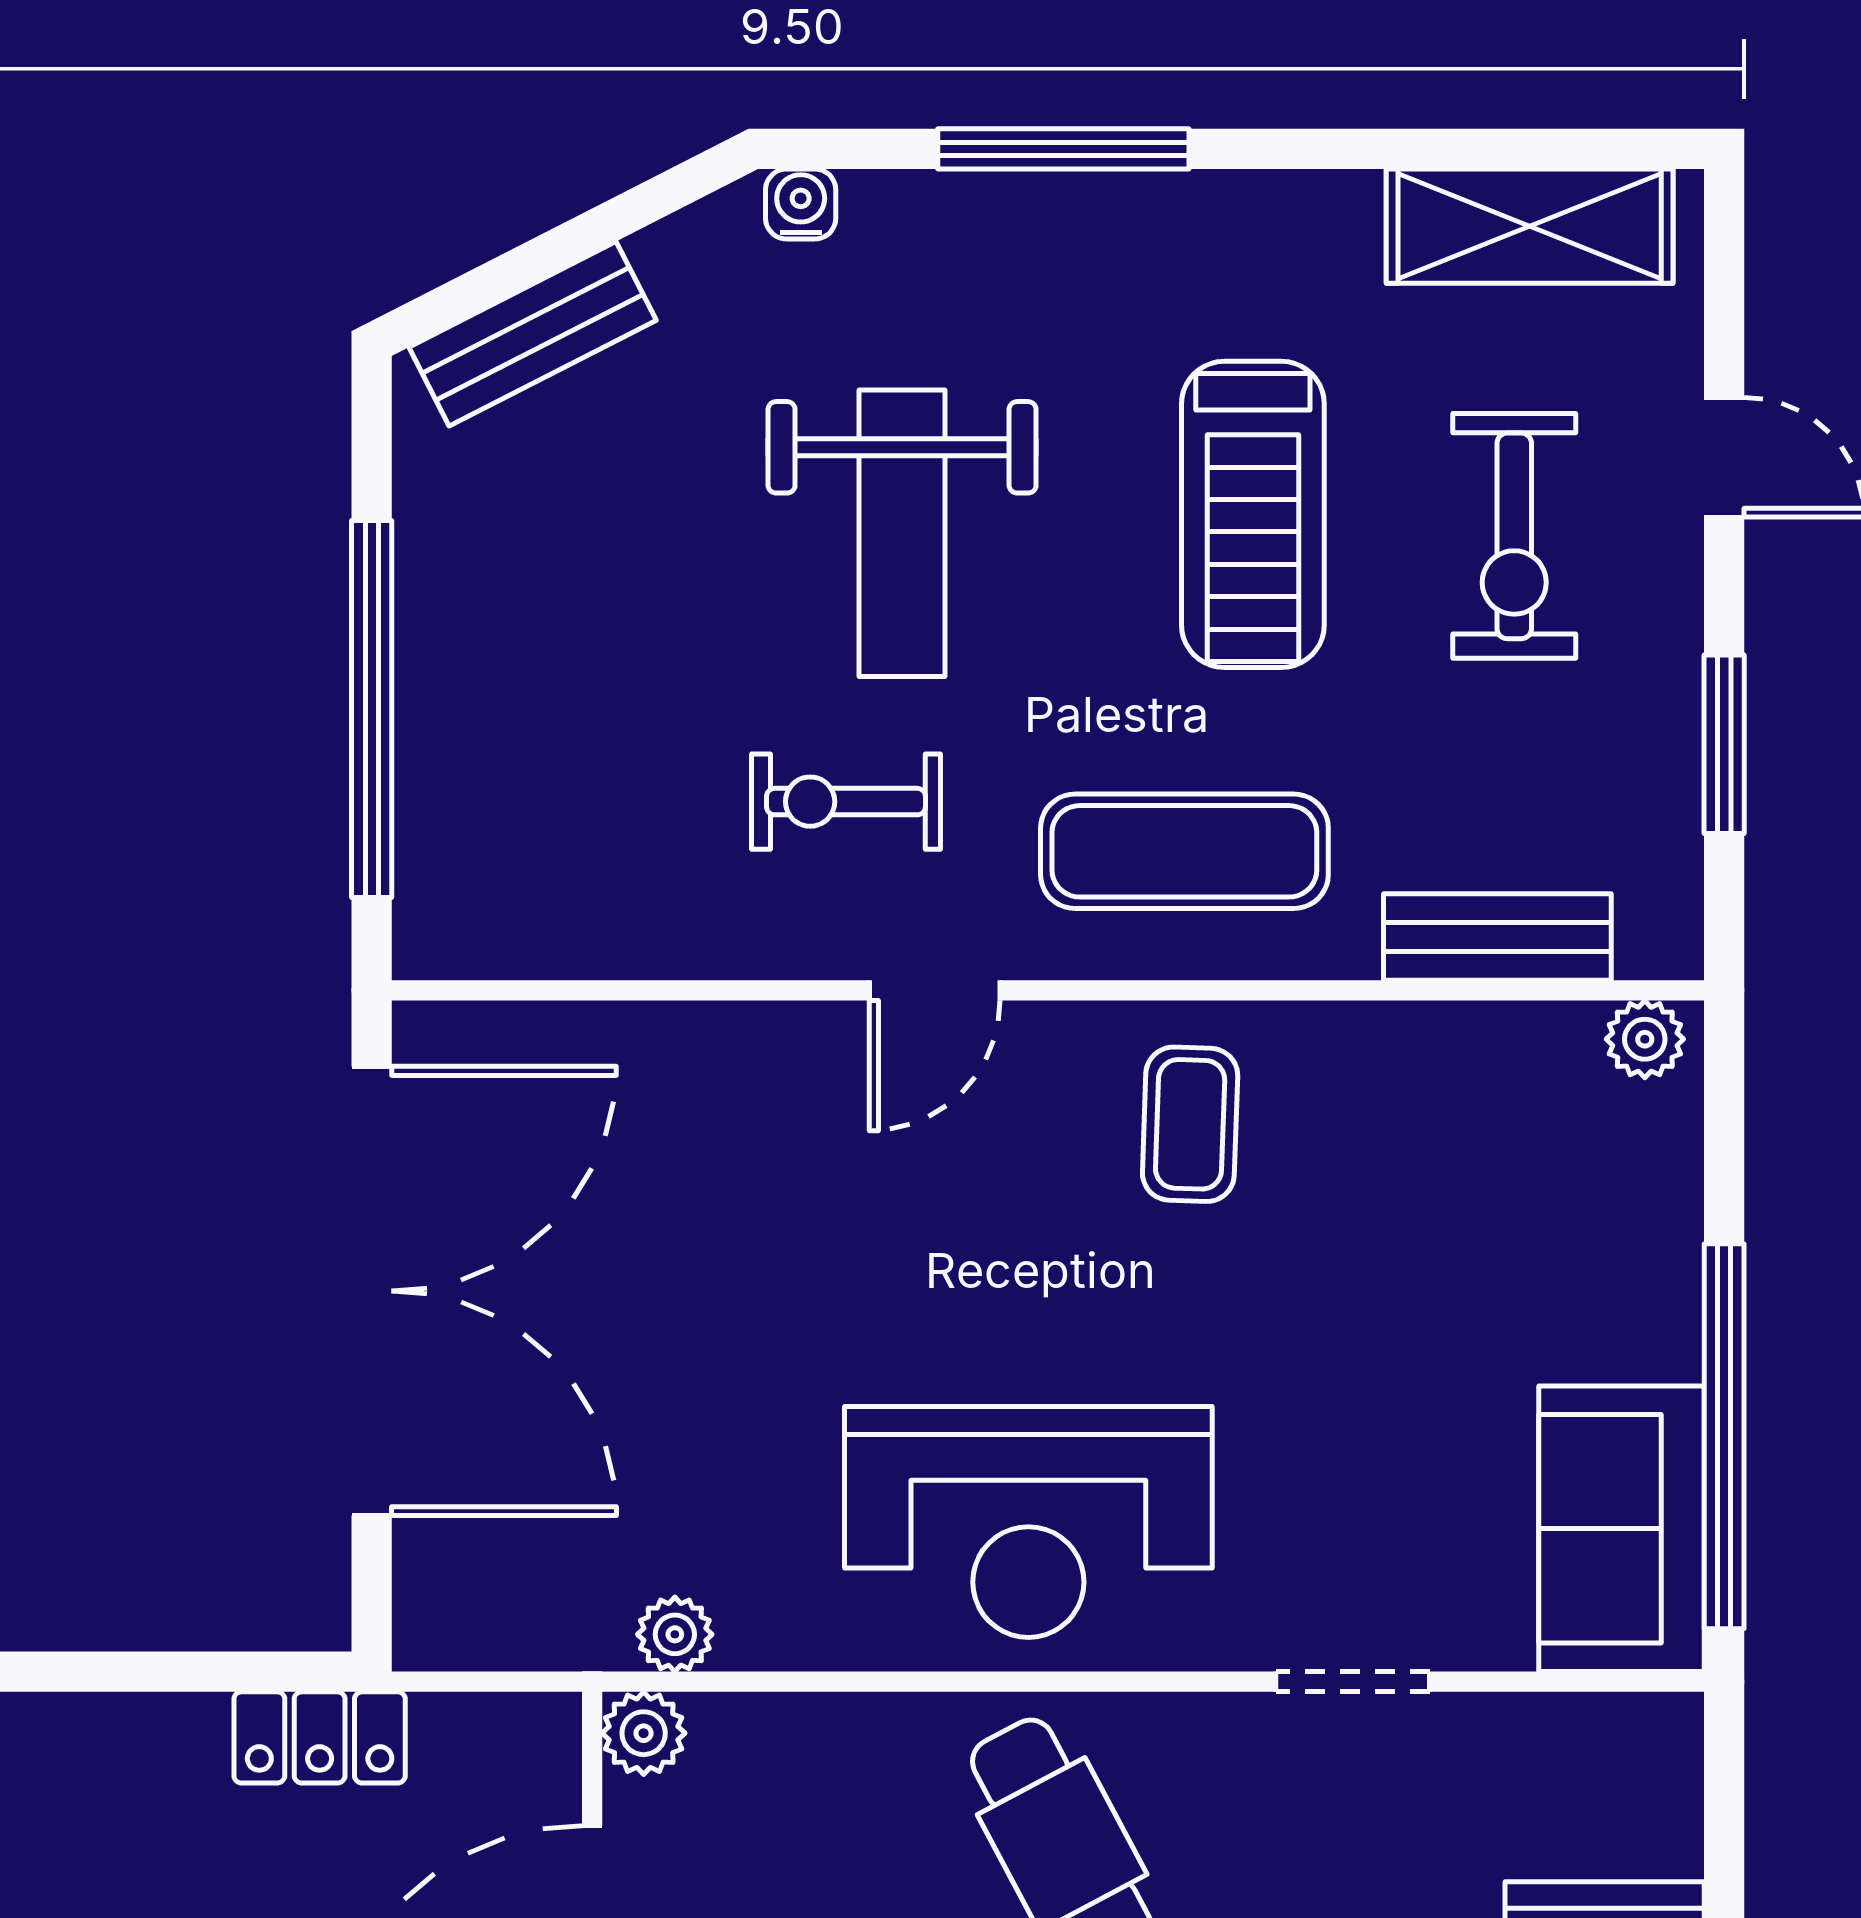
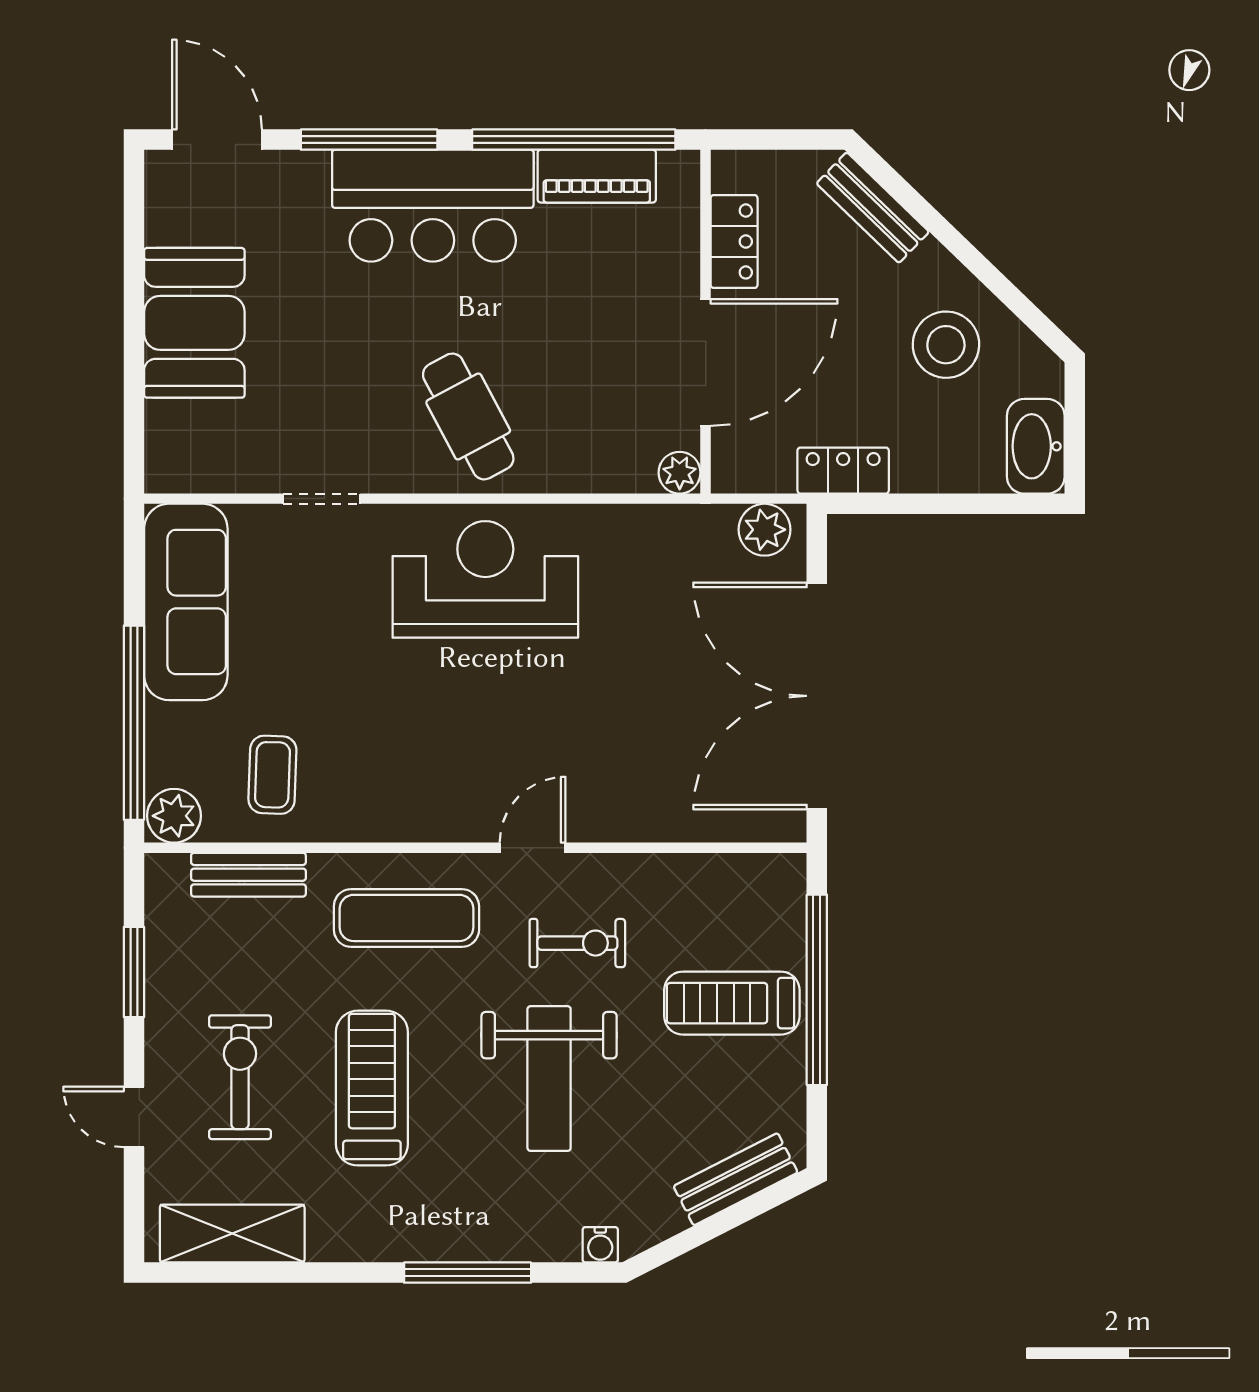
weight bench: (902, 533) -> (549, 1079), turned 180
treadmill: (540, 683) -> (732, 1003), added
plant: (1645, 1039) -> (174, 816), width x1.38, depth x1.38
coffee table: (1190, 1124) -> (272, 775), moved
window: (1724, 1436) -> (134, 723), moved
sofa: (1621, 1529) -> (186, 602), width x1.36
plant: (675, 1634) -> (765, 530), moved, width x1.38, depth x1.38

